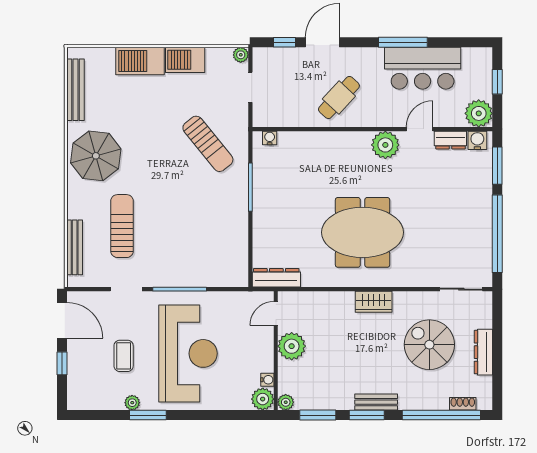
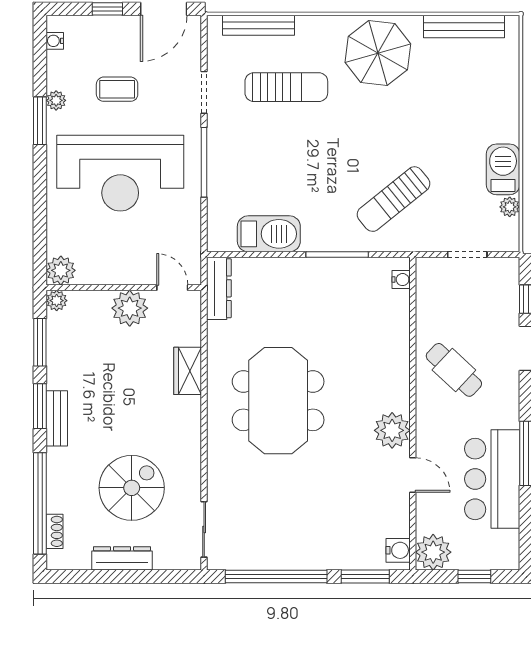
plant: (241, 55) -> (510, 207), moved
barbecue: (140, 61) -> (269, 234), moved, turned 90
dresser: (450, 140) -> (398, 515), removed
wardrobe: (374, 302) -> (188, 371), moved
water cooler: (267, 380) -> (55, 41), moved, turned 90

